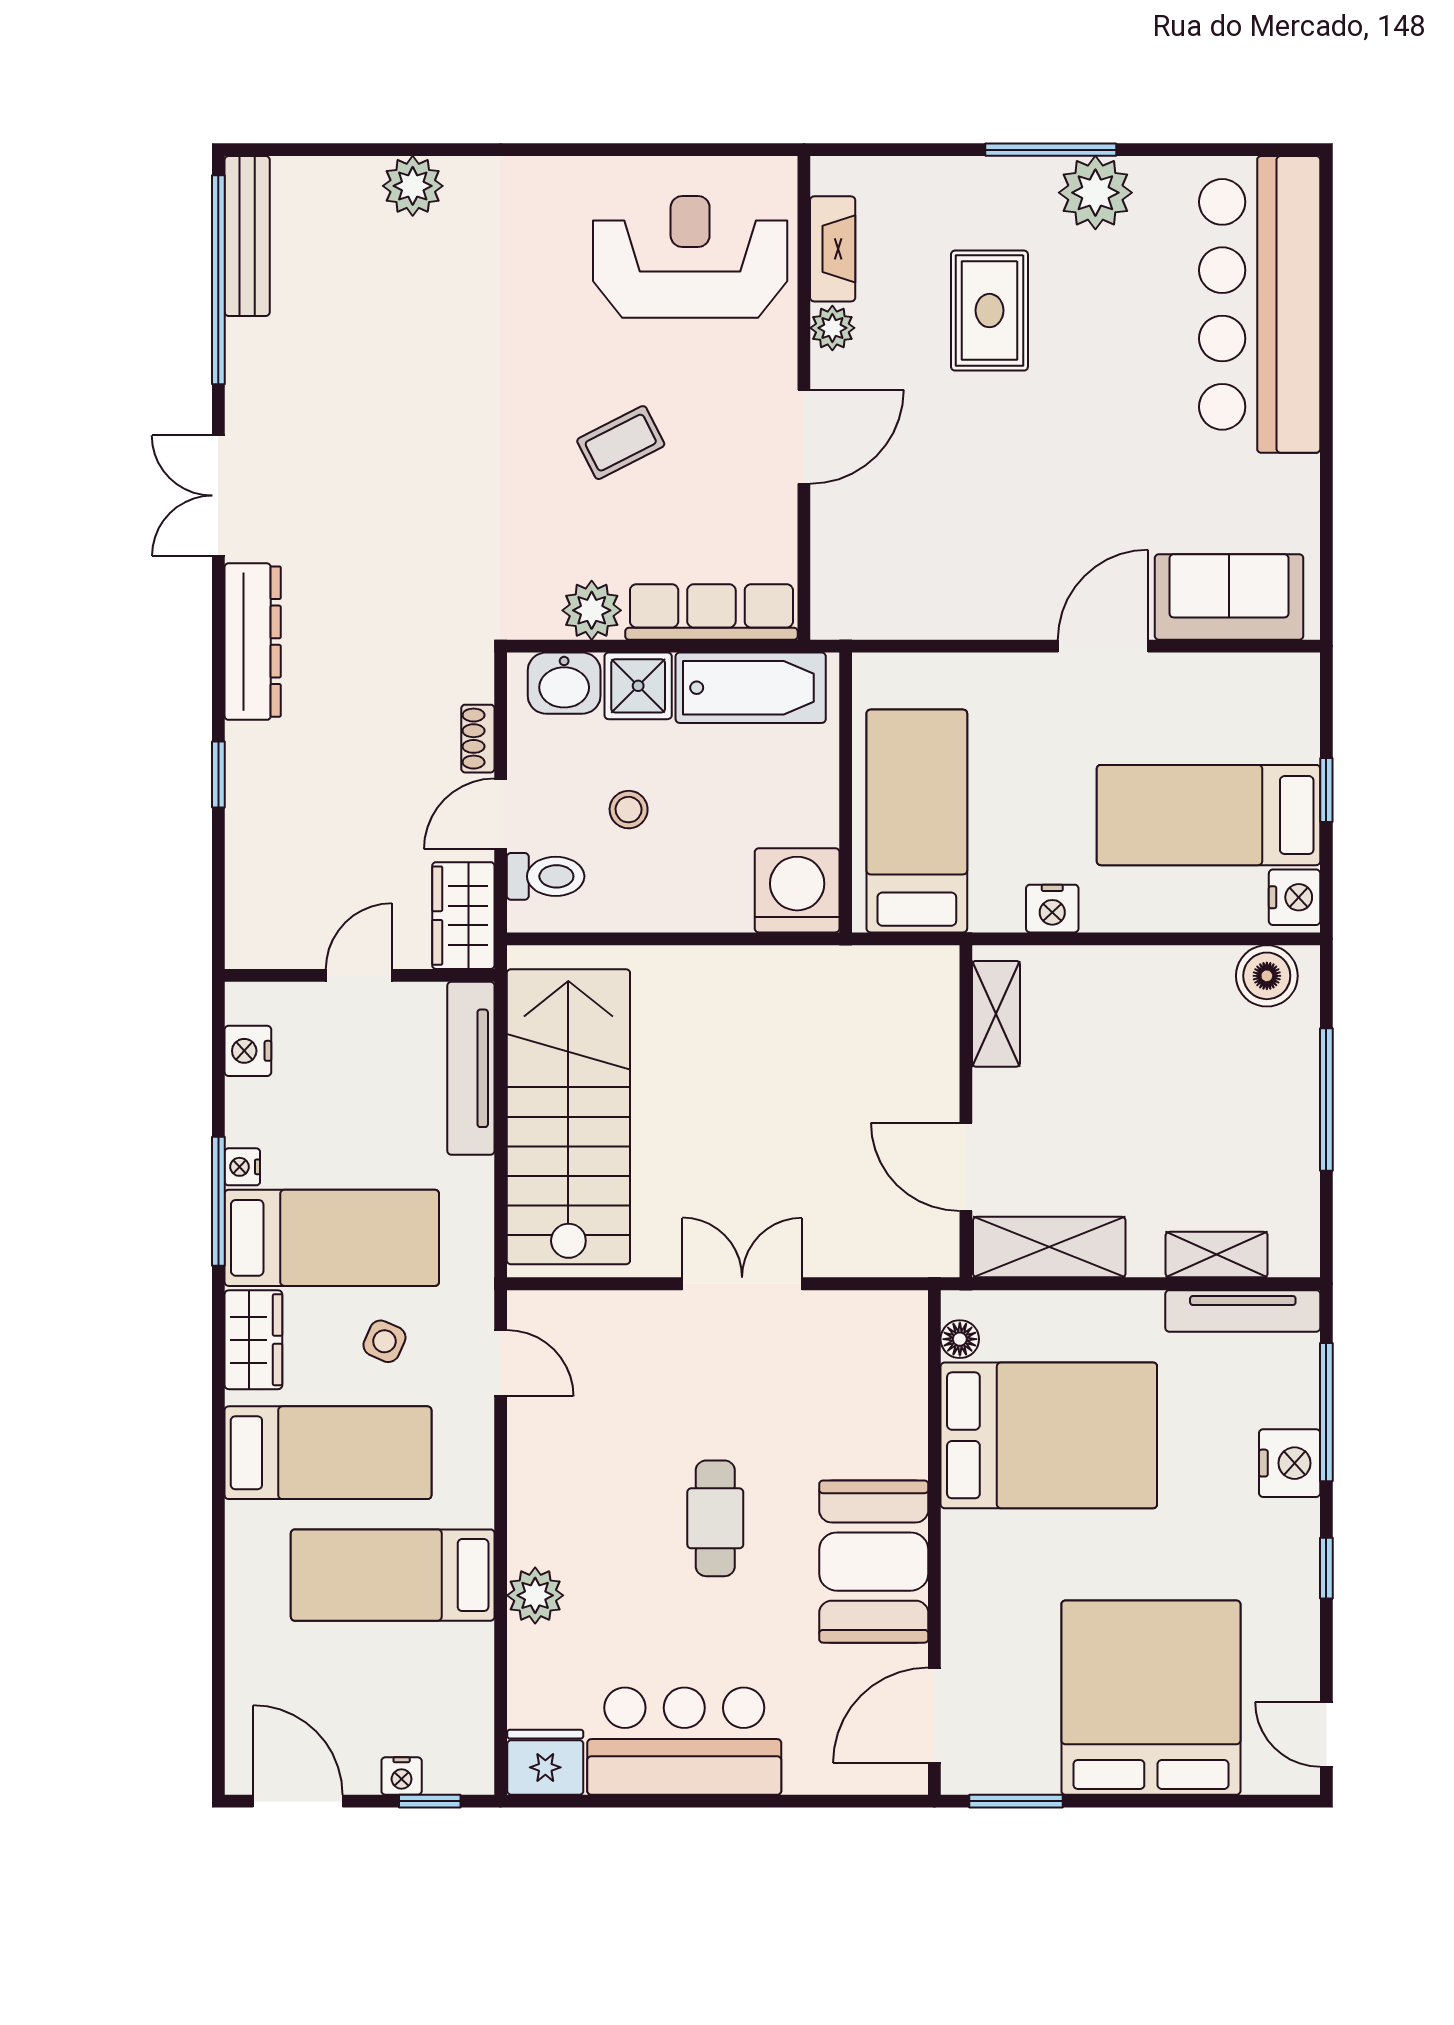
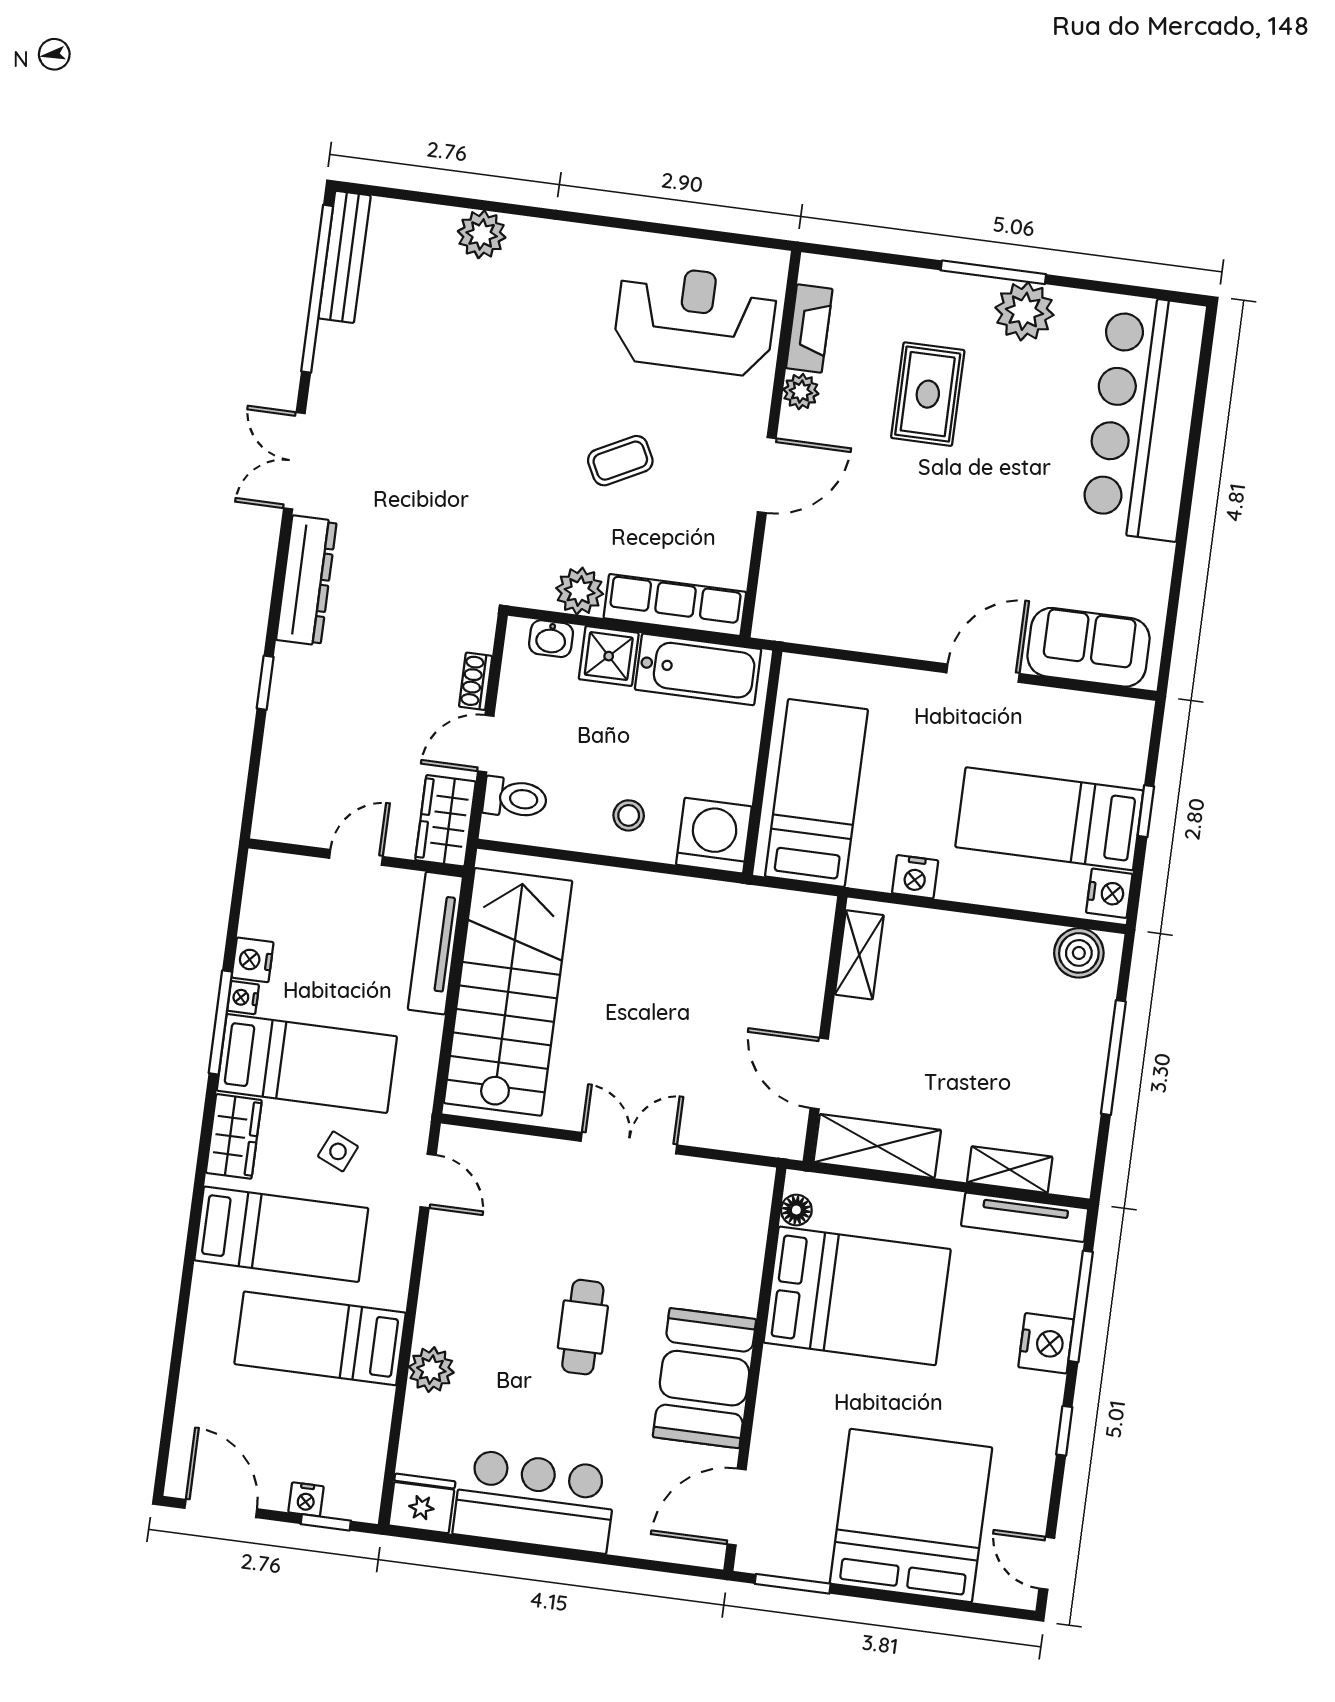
washbasin: (564, 683) -> (551, 639), width x0.72, depth x0.69
stool: (629, 810) -> (629, 815), moved
nightstand: (248, 1051) -> (253, 960), moved

